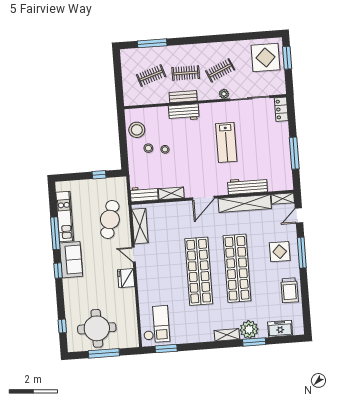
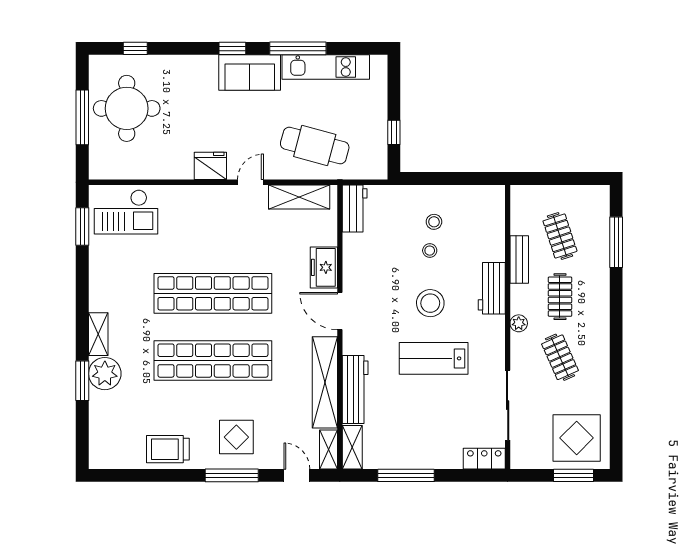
plant: (224, 94) -> (519, 323), moved
bench: (183, 97) -> (519, 260), moved
stool: (137, 130) -> (430, 303), moved
shelving: (171, 193) -> (352, 447), moved
freezer: (280, 329) -> (324, 267), moved, turned 180

